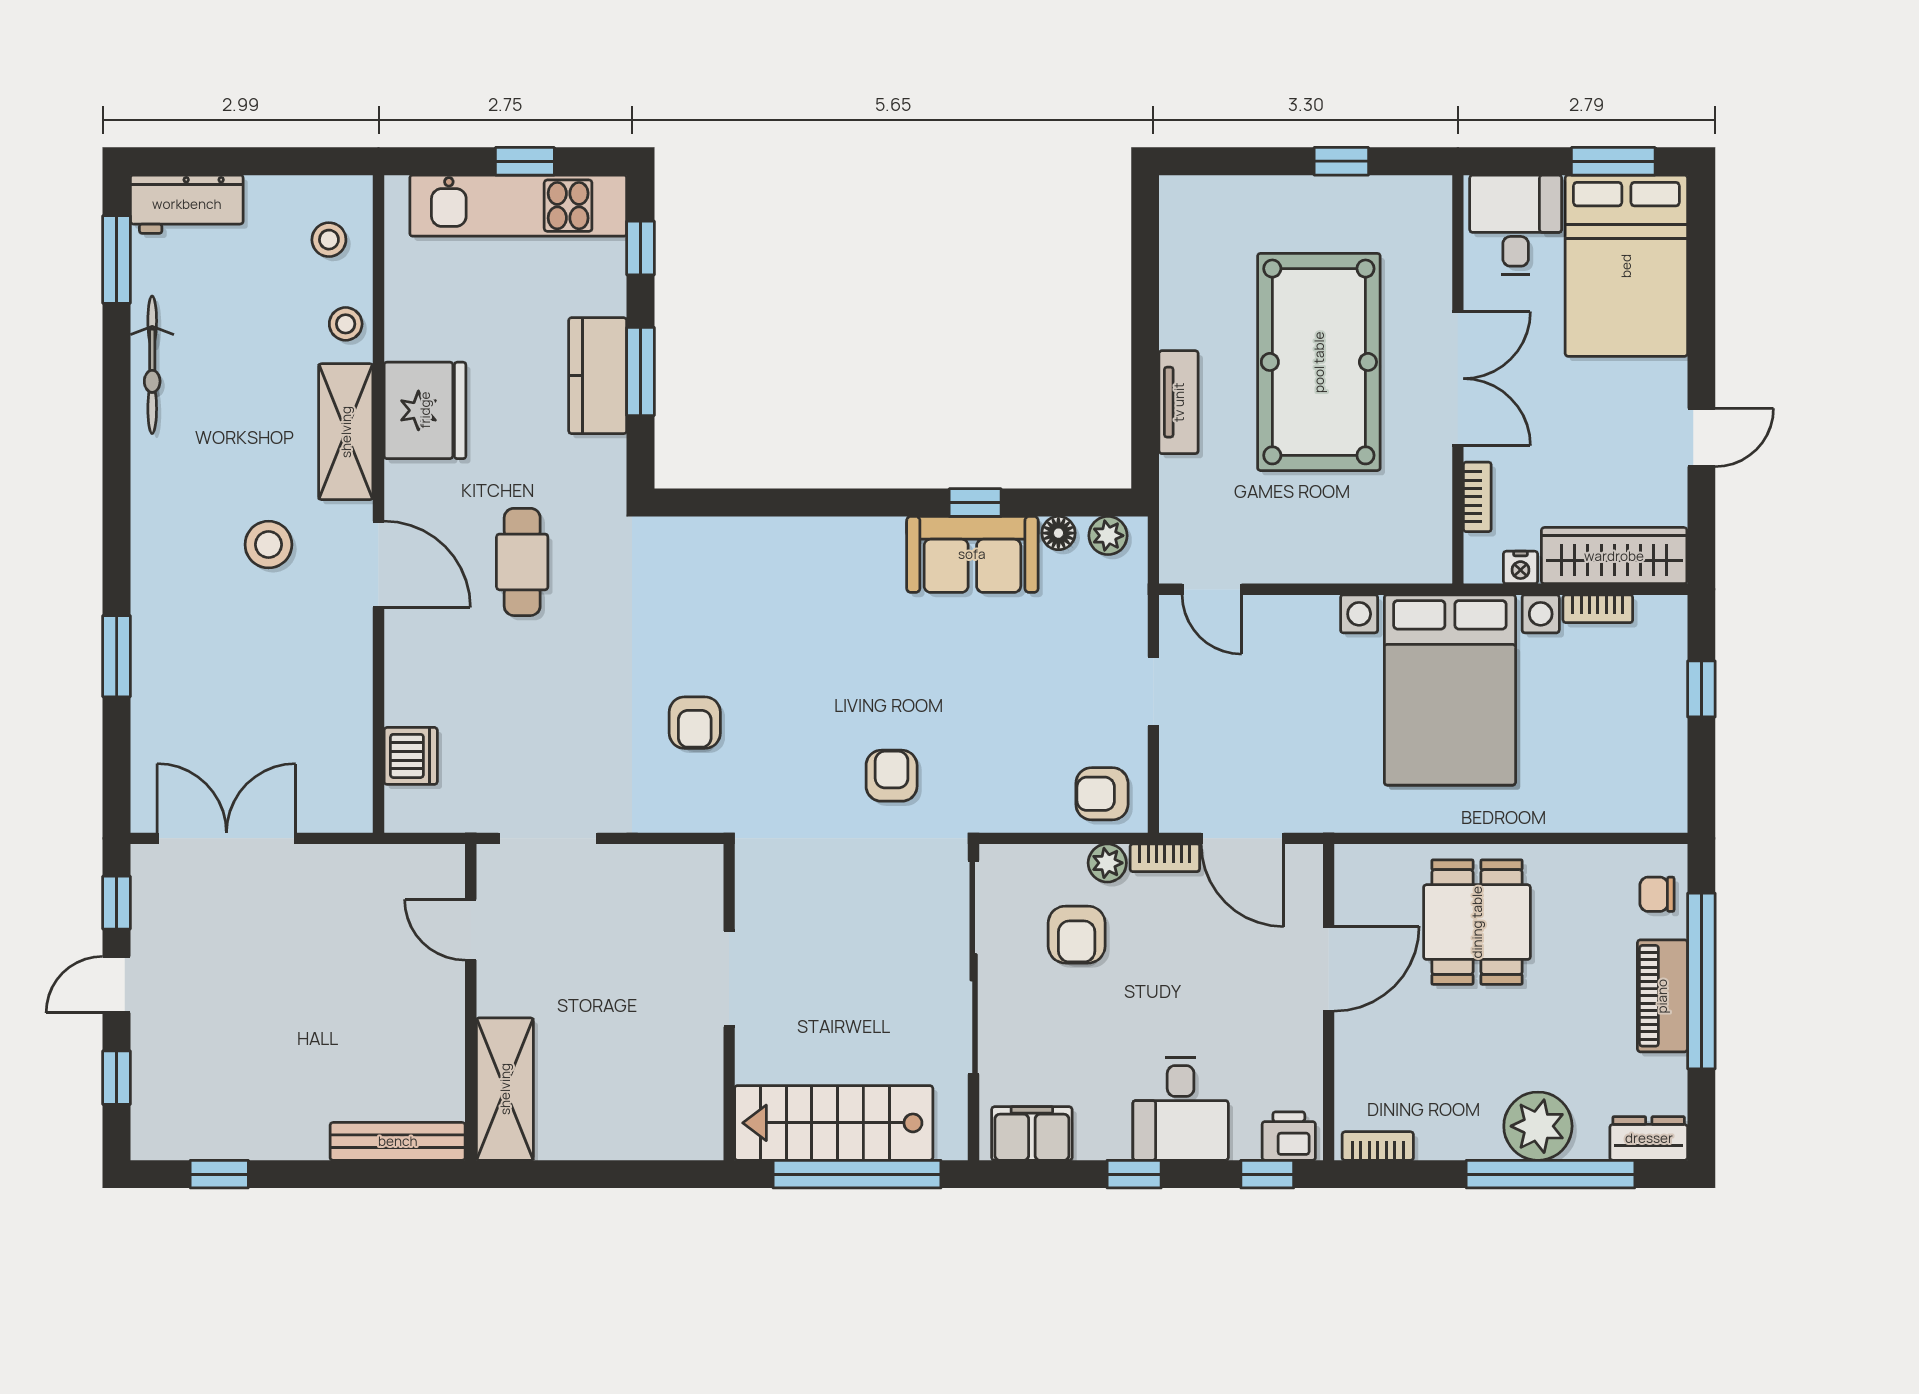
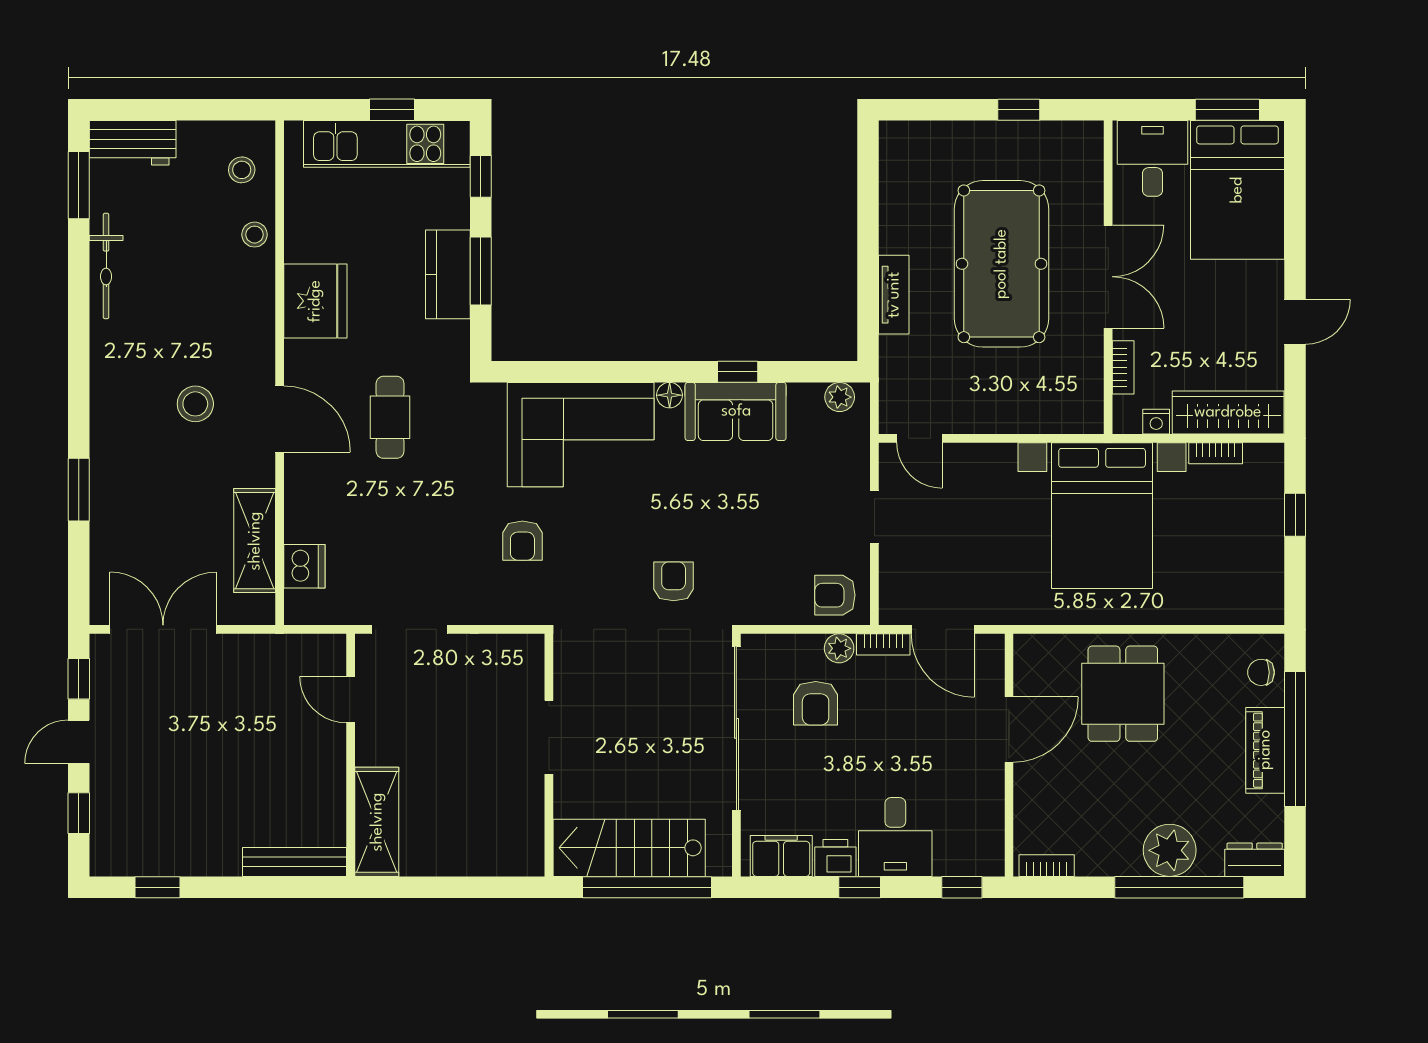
shelving: (346, 432) -> (255, 541), moved
floor lamp: (1058, 533) -> (670, 395), moved
corner sofa: (771, 584) -> (581, 435), added
printer: (1289, 1136) -> (835, 858), moved

